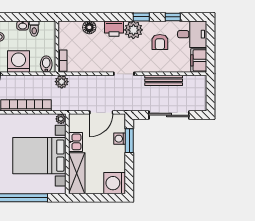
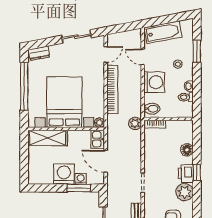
window: (141, 17) -> (197, 172), moved
kitchen sink: (75, 142) -> (98, 139), moved, turned 90
washing machine: (115, 183) -> (64, 174), moved

